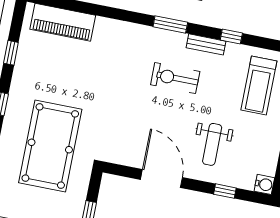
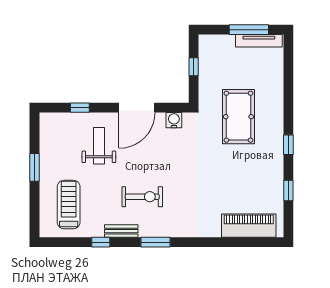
pool table: (50, 146) -> (238, 117), width x0.73, depth x0.76
door: (161, 178) -> (137, 108), hinge flipped
water cooler: (264, 184) -> (174, 120), moved, turned 90

